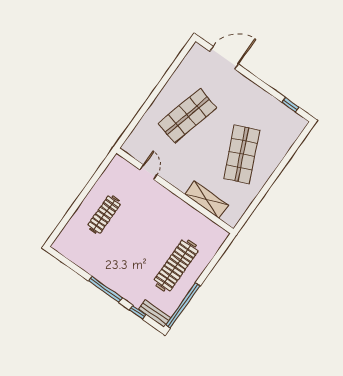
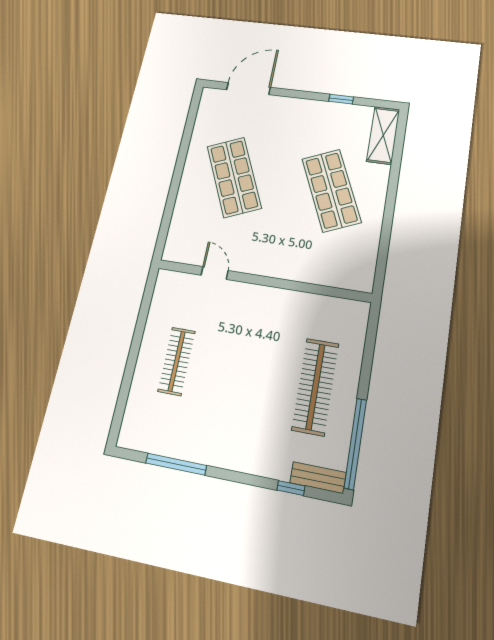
window: (290, 105) -> (341, 99), moved
shop shelf: (187, 116) -> (234, 177), turned -39
shelving: (207, 200) -> (383, 135), moved, turned 90
window: (105, 289) -> (176, 464), moved

